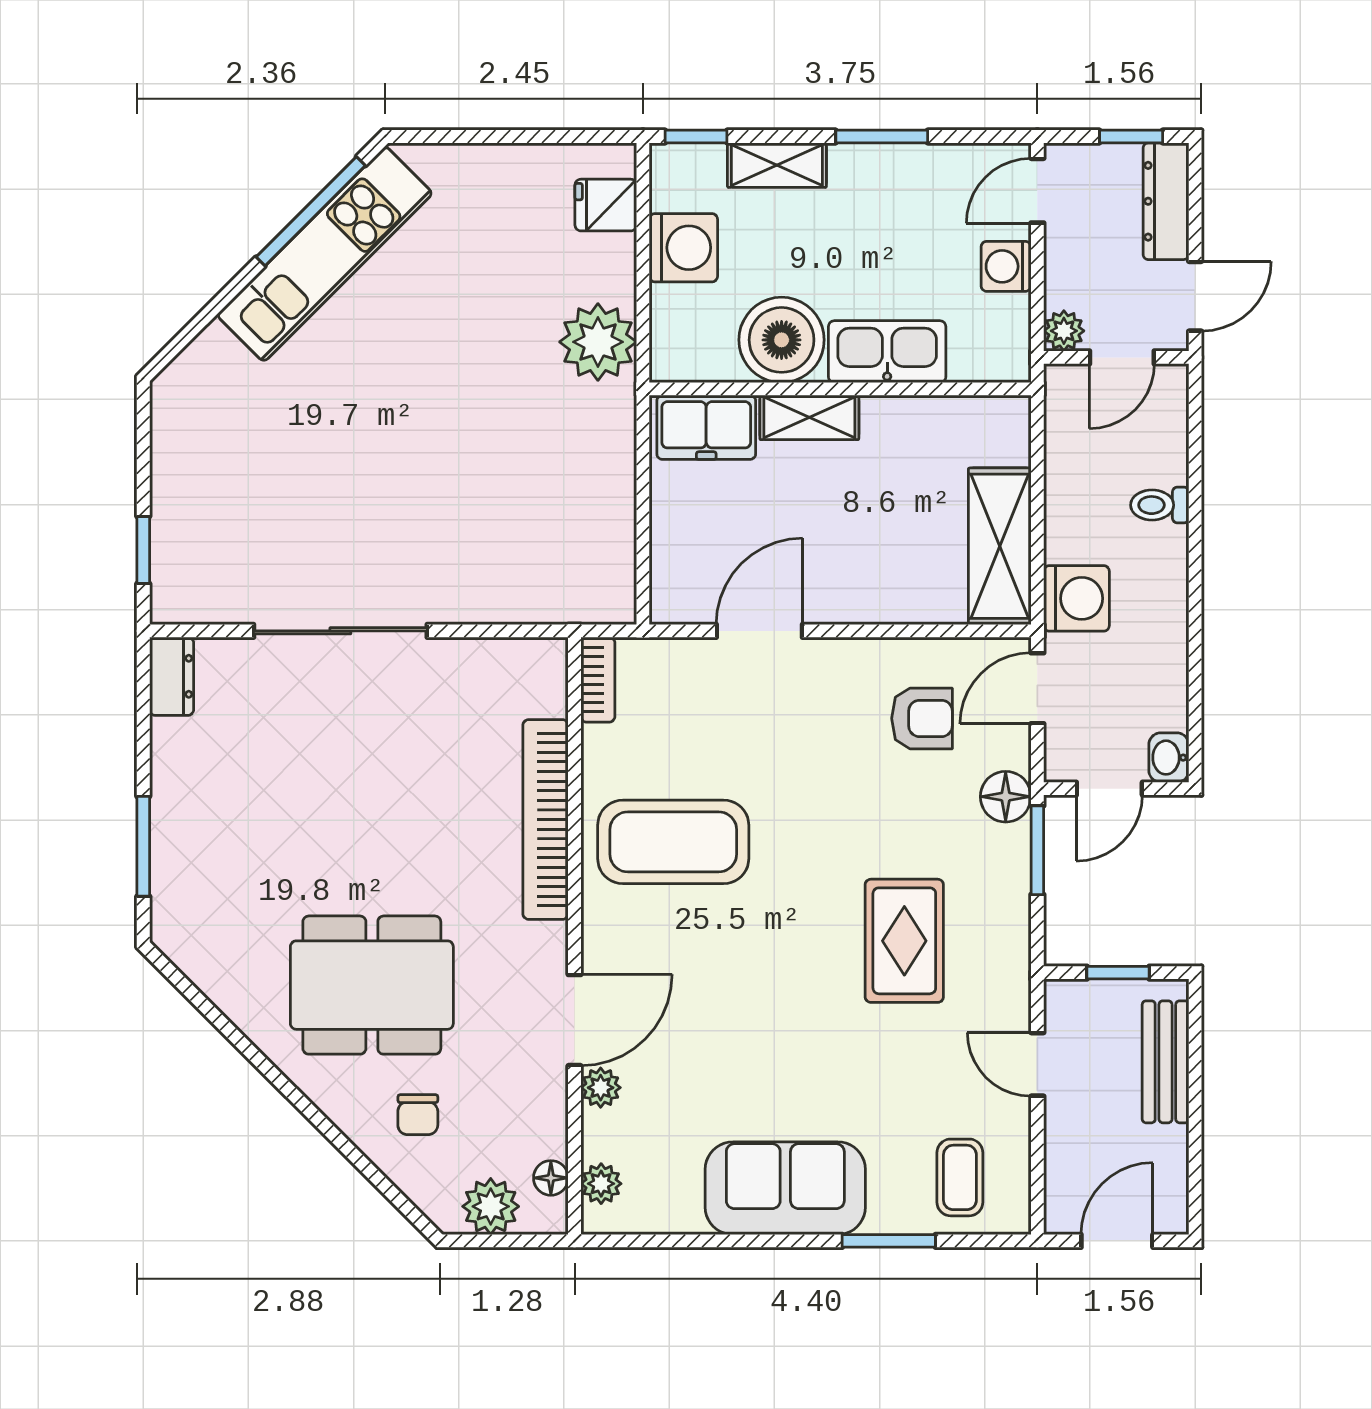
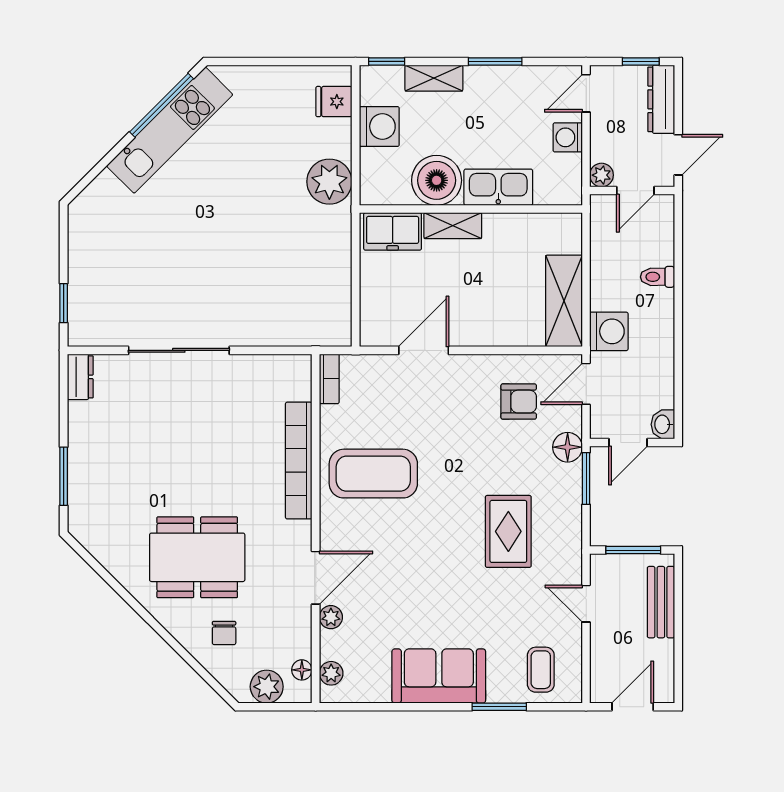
window: (1118, 973) -> (633, 550), width x1.50

